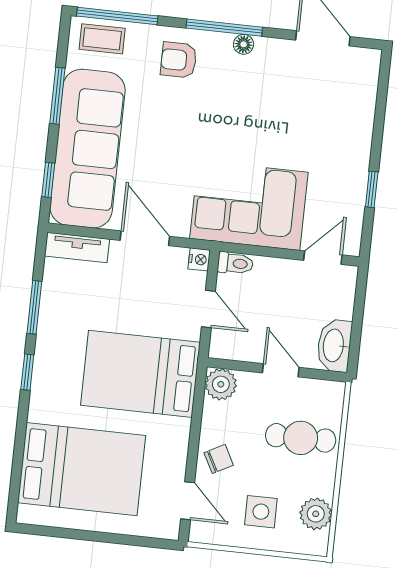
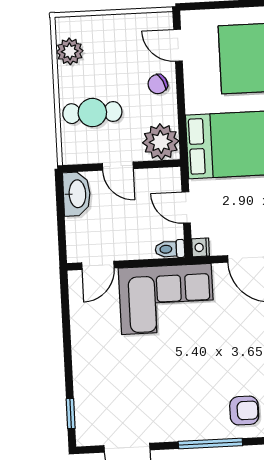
floor lamp: (244, 44) -> (192, 432), removed
window: (372, 189) -> (71, 413), moved
plant: (221, 384) -> (161, 142), width x1.36, depth x1.36
side table: (261, 512) -> (116, 46), removed

